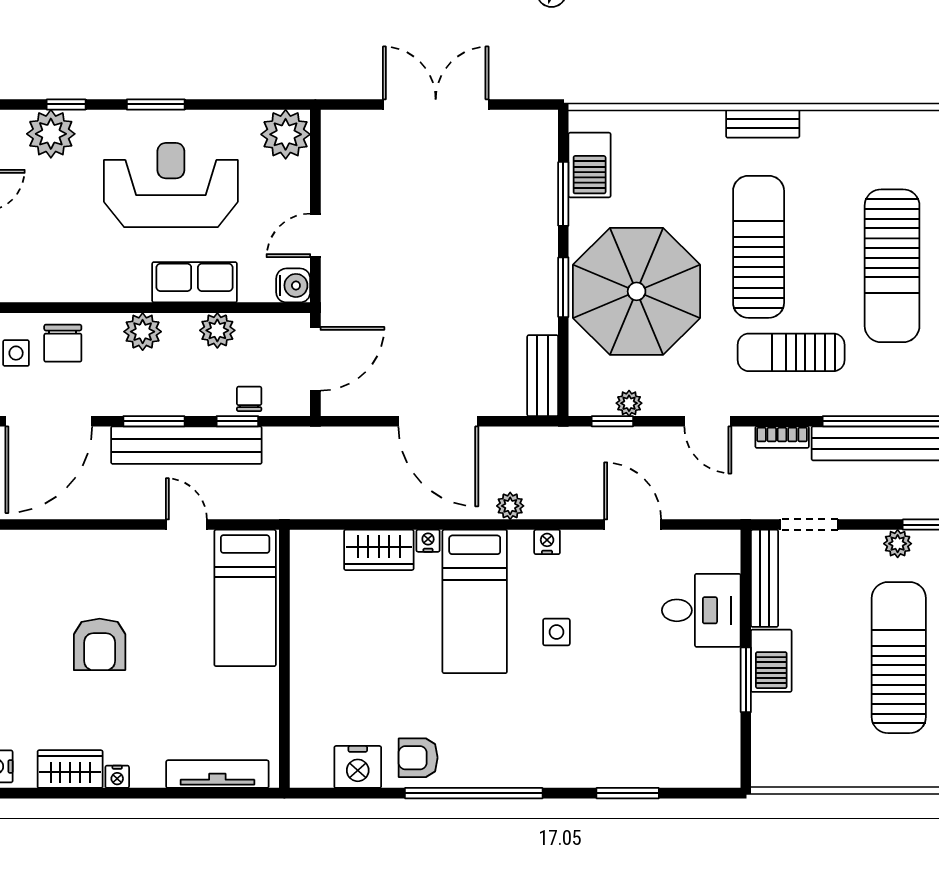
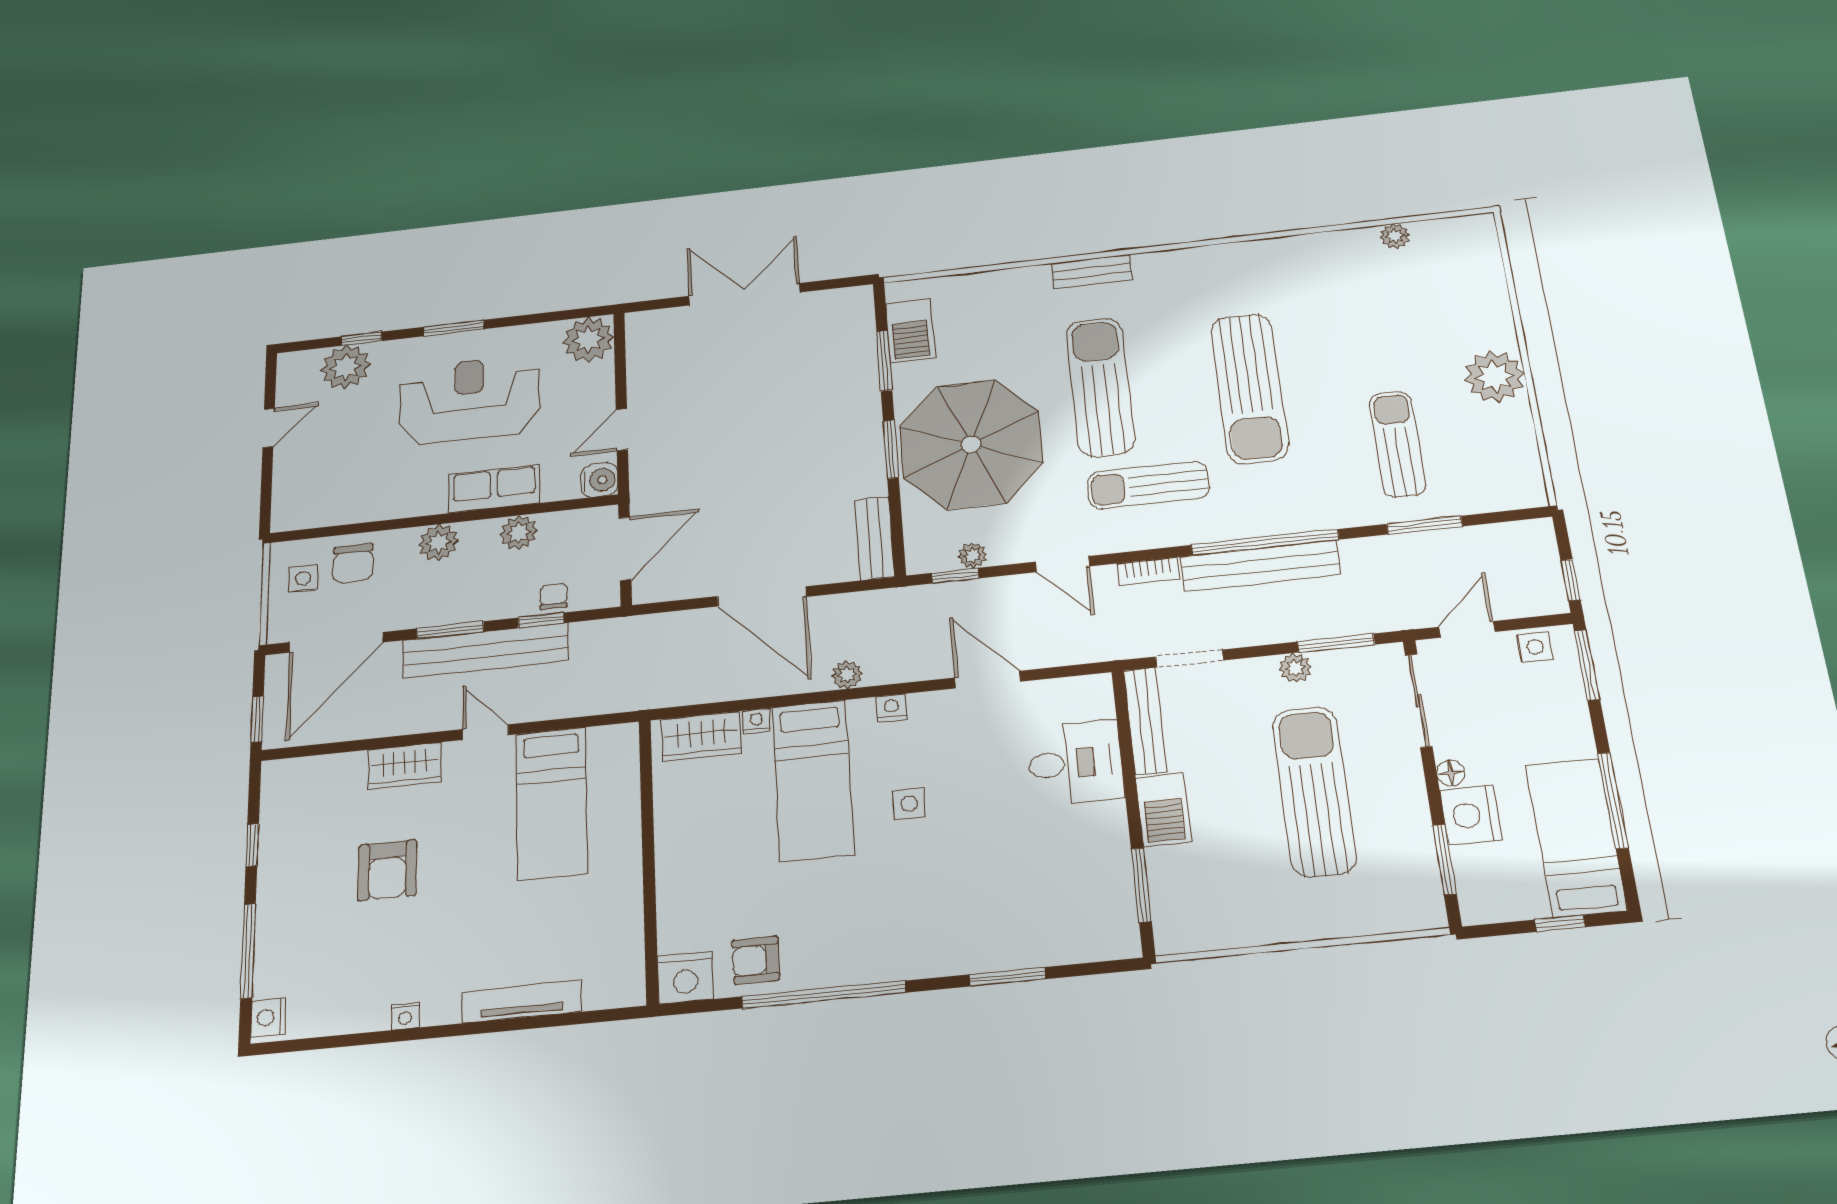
wall: (284, 659) -> (649, 860), moved
window: (746, 680) -> (1141, 885), moved
wardrobe: (70, 769) -> (404, 766), moved, turned 180

